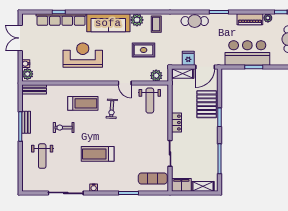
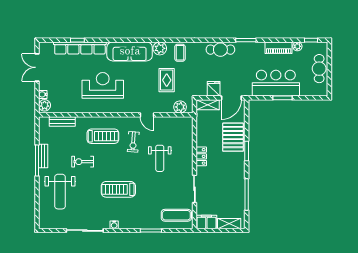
rug: (144, 50) -> (167, 80), turned 90
bench: (34, 89) -> (62, 122), moved
weight bench: (150, 101) -> (160, 158), moved
weight bench: (42, 156) -> (60, 192), width x1.36, depth x1.33

